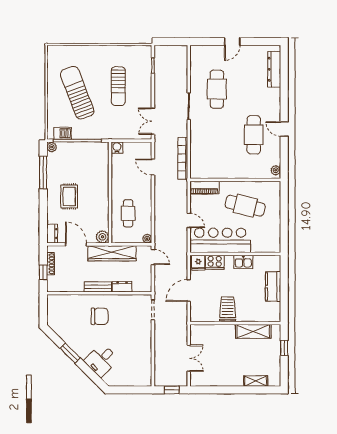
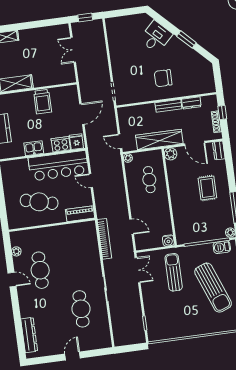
sun lounger: (118, 86) -> (174, 272), moved
plant: (276, 170) -> (16, 251), moved
dresser: (122, 287) -> (191, 103), moved

